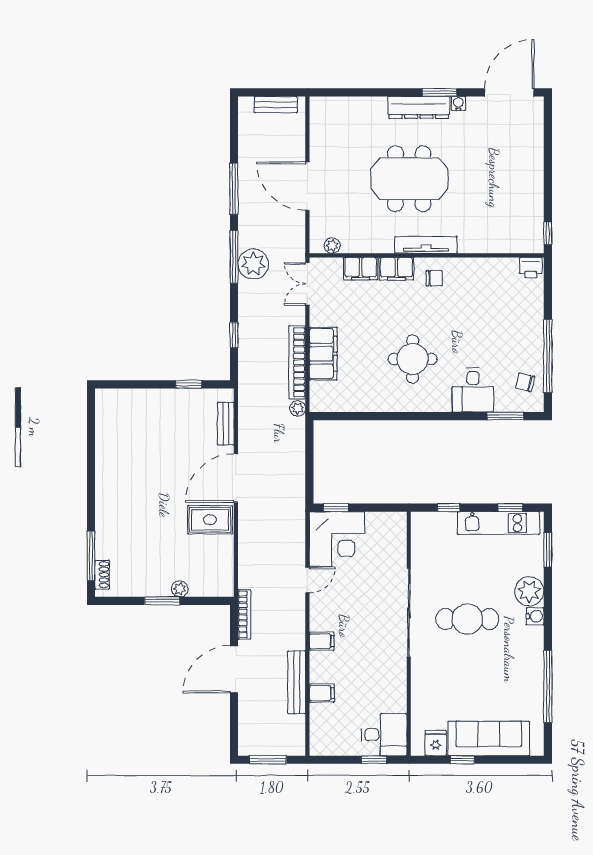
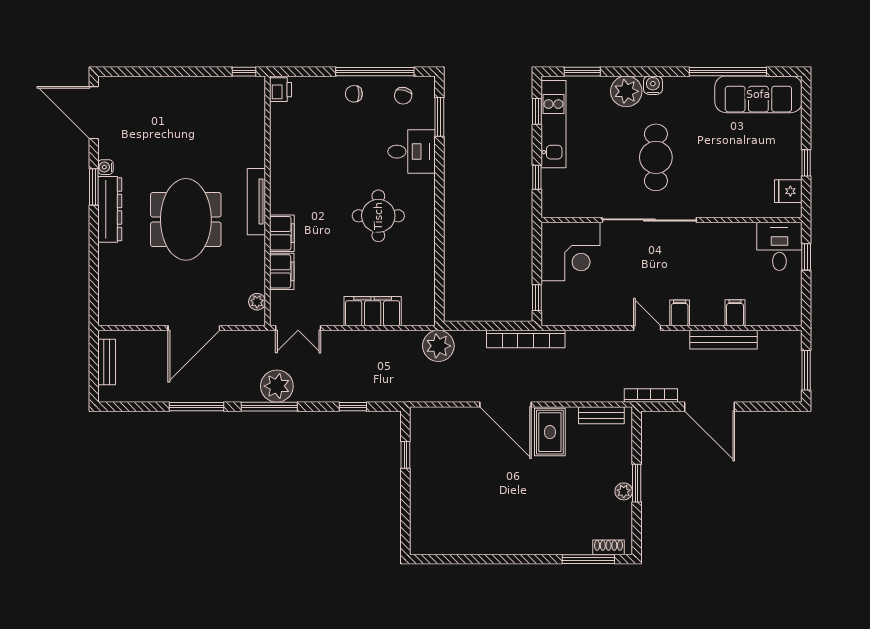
chair: (434, 278) -> (354, 94), moved, turned -90
bookcase: (297, 362) -> (526, 339), moved
plant: (298, 408) -> (438, 346), width x1.88, depth x1.88
bench: (226, 424) -> (601, 415), moved
corner desk: (337, 539) -> (570, 251), moved, turned 90
door: (307, 580) -> (647, 328), moved
plant: (180, 589) -> (624, 491), moved
sofa: (489, 738) -> (758, 94), moved, turned -90

